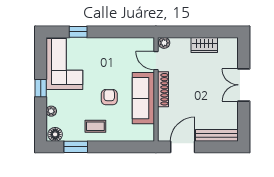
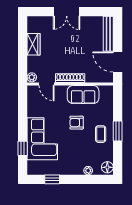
door: (156, 61) -> (46, 84), hinge flipped
corner sofa: (64, 64) -> (42, 139), moved, turned 90
window: (41, 88) -> (52, 179), moved
sofa: (143, 98) -> (83, 95), width x0.73
window: (76, 147) -> (118, 131), moved

